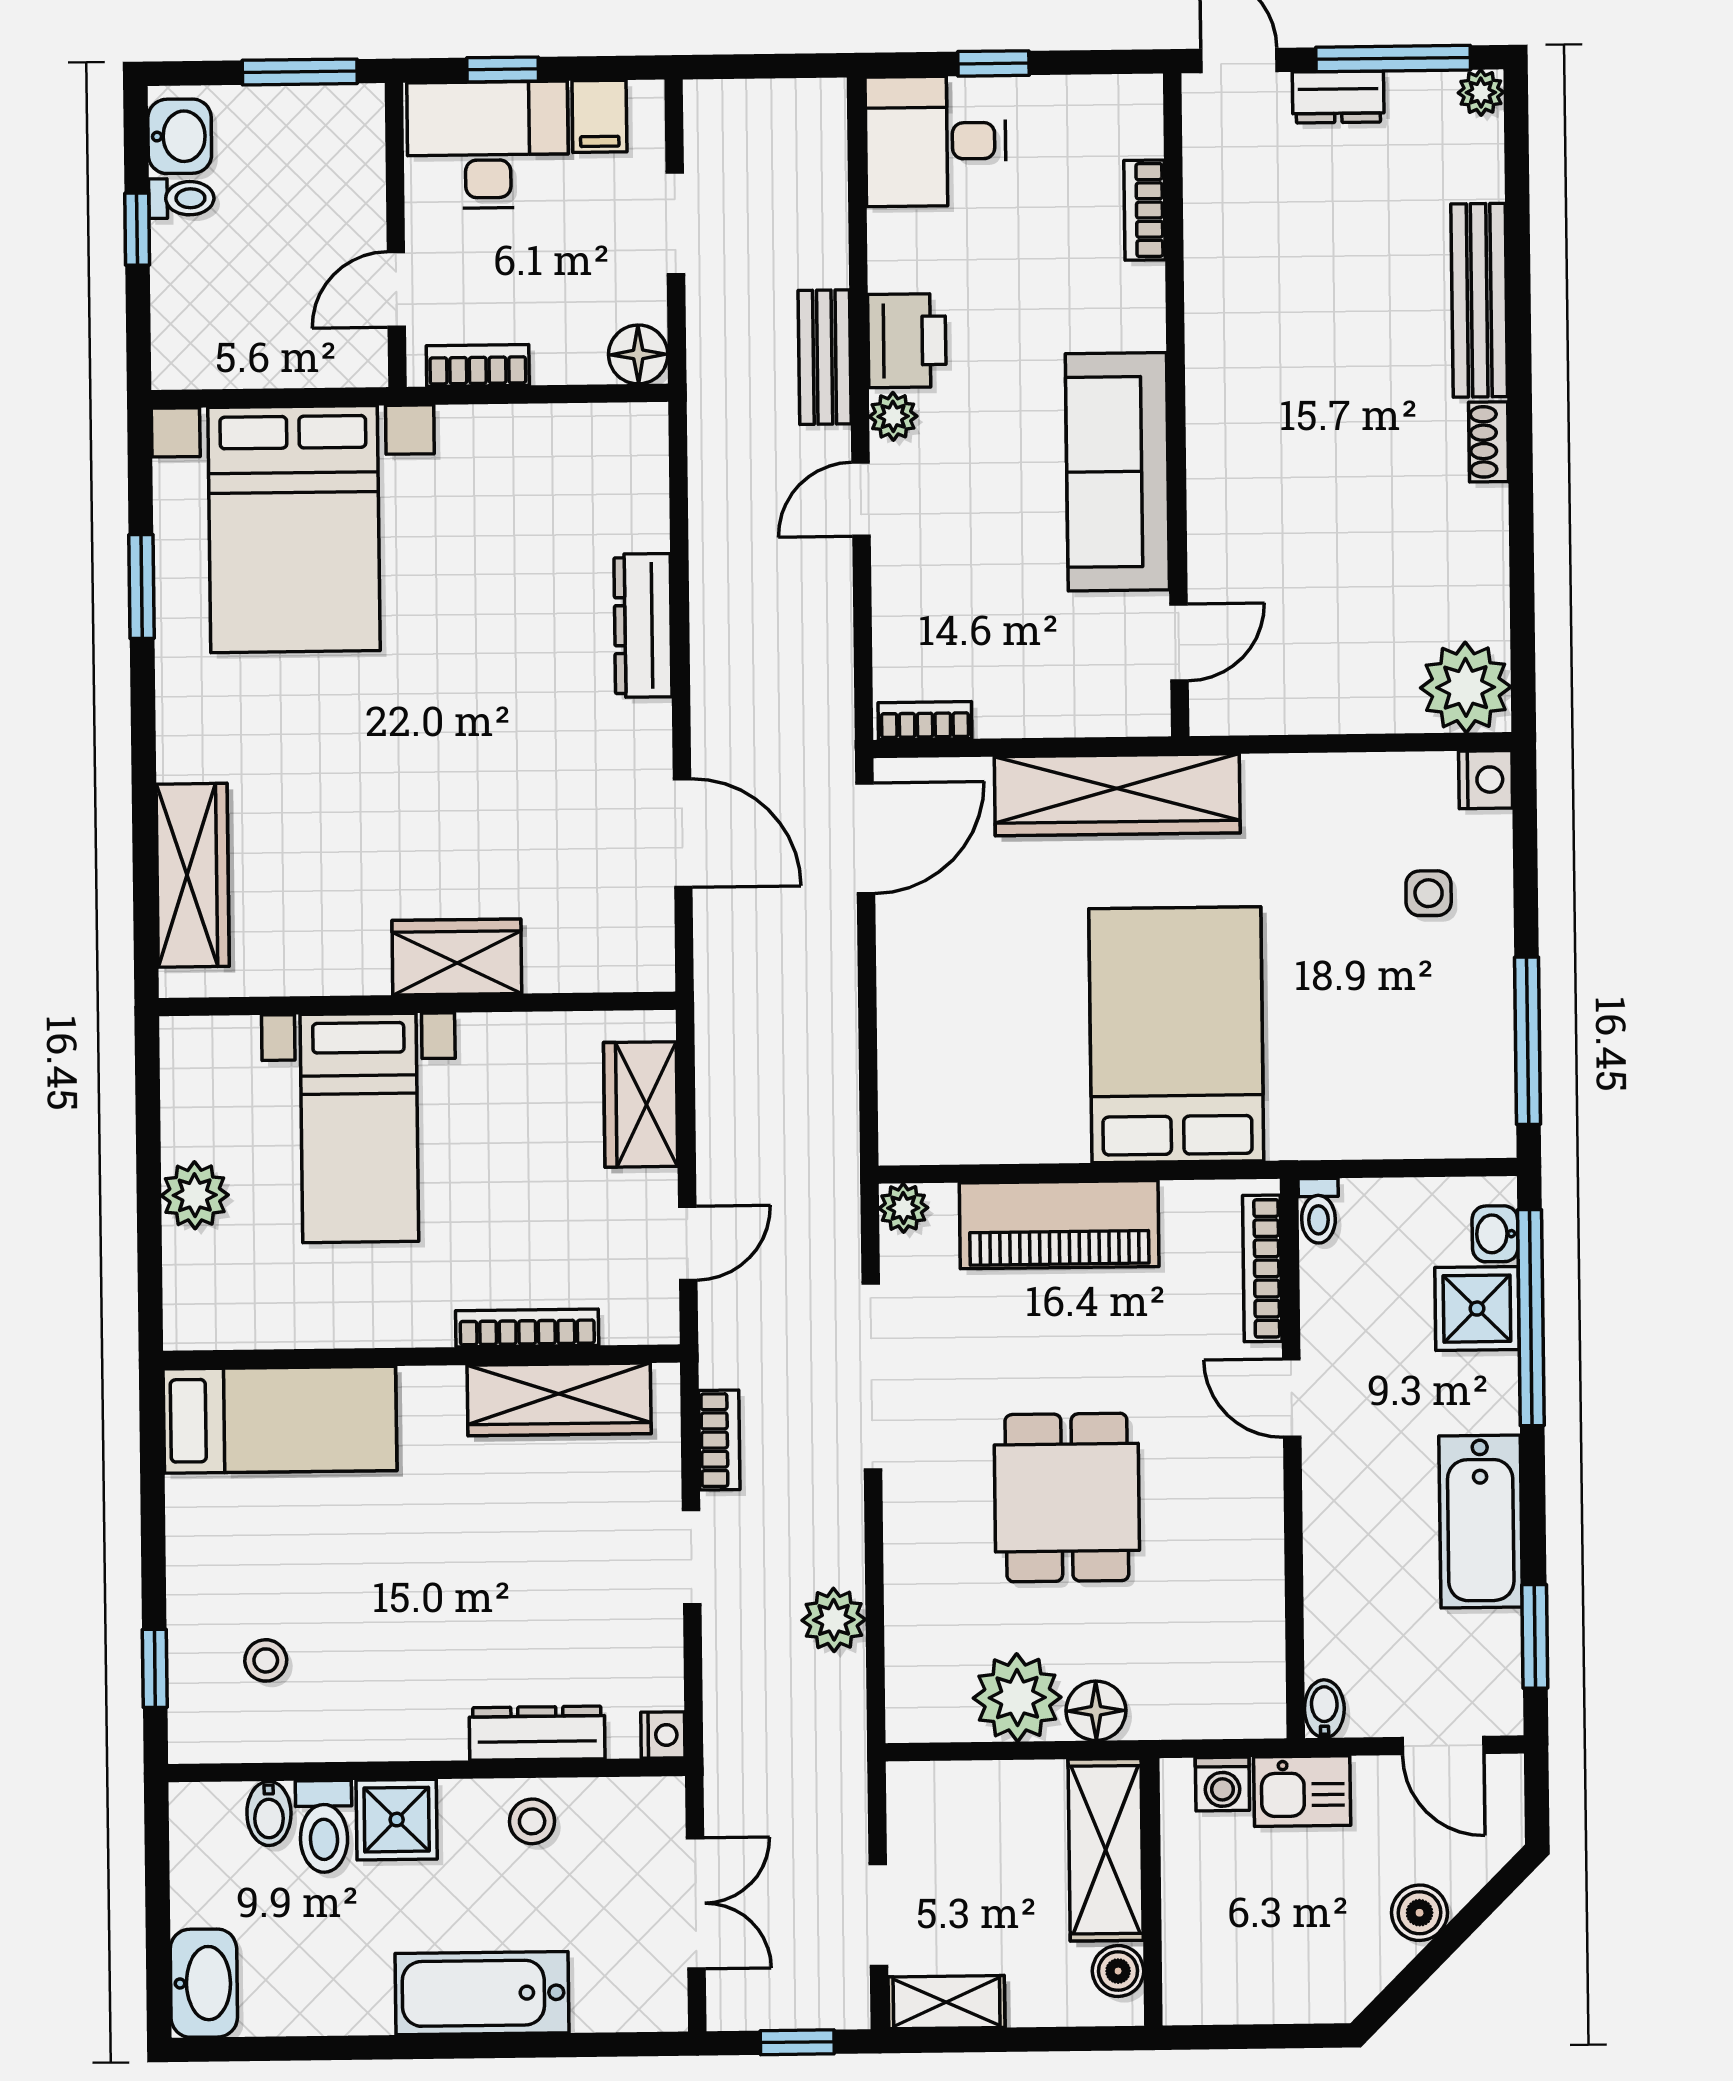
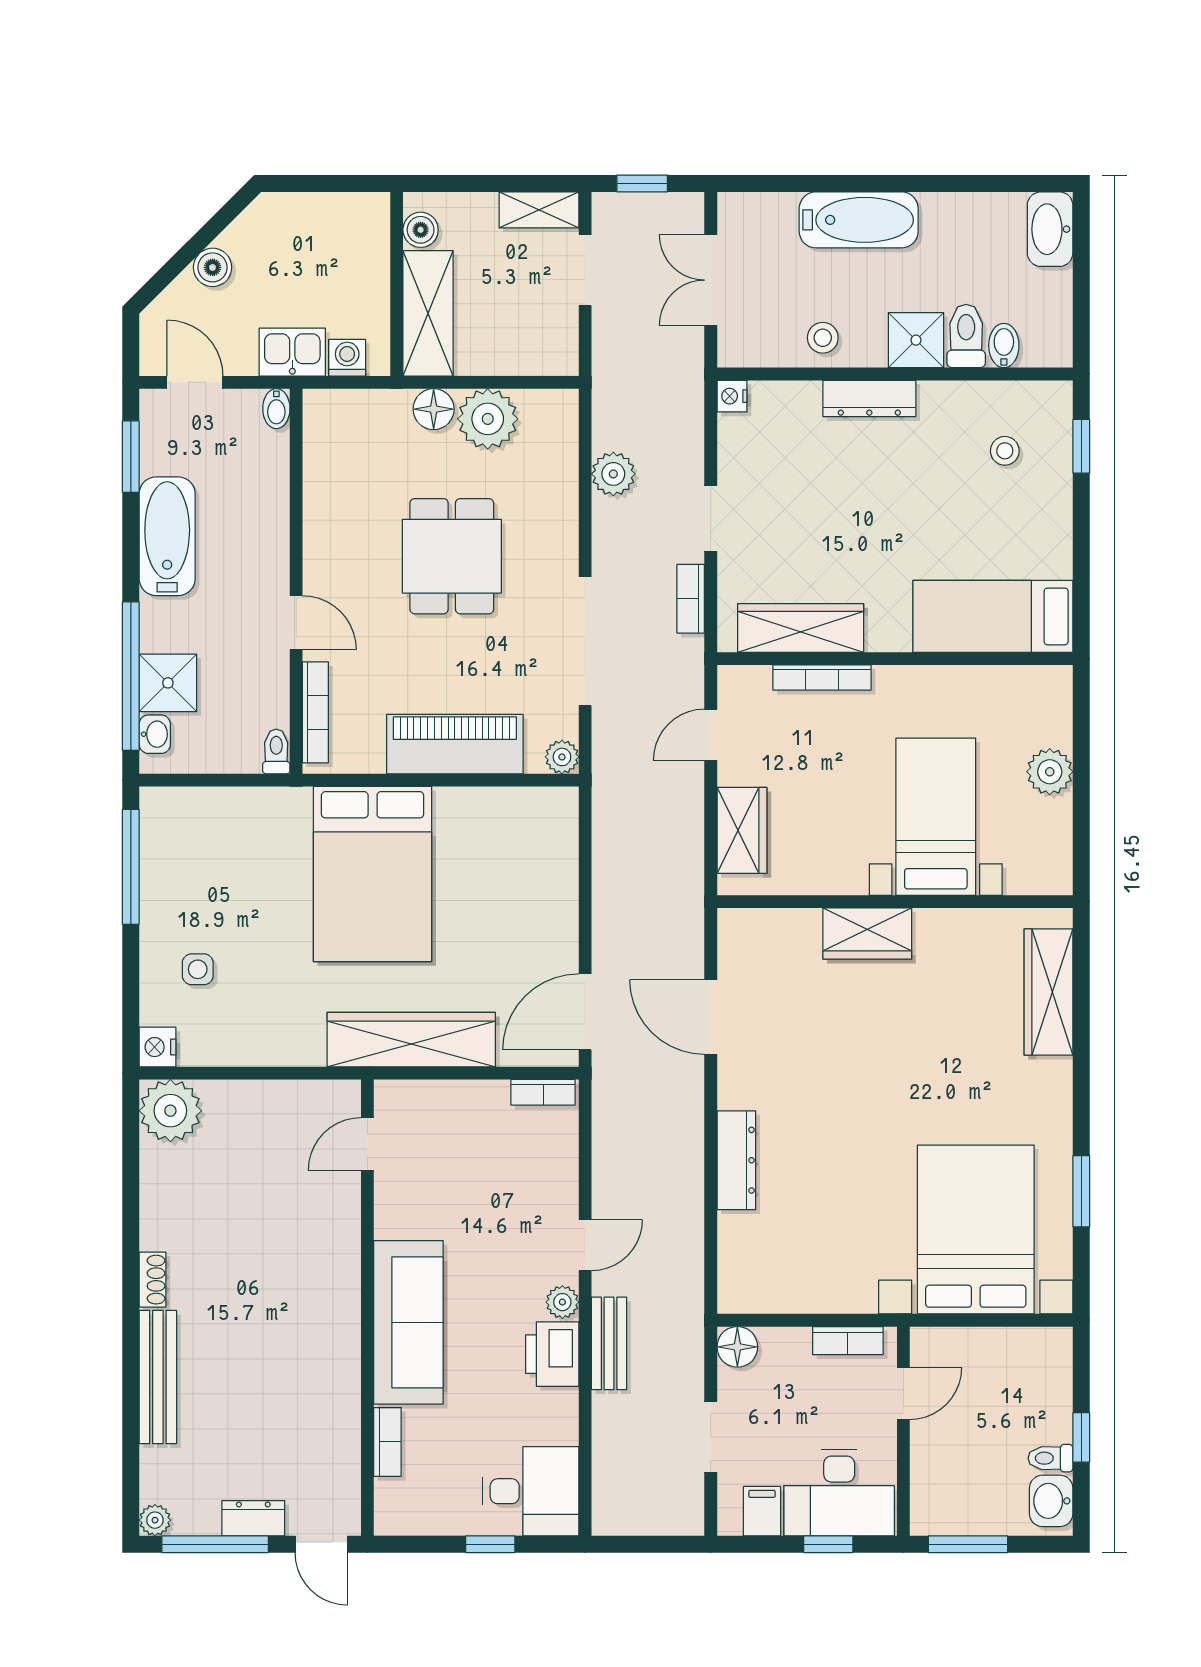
sofa: (1117, 472) -> (408, 1322), moved
dresser: (537, 1733) -> (869, 398), moved

